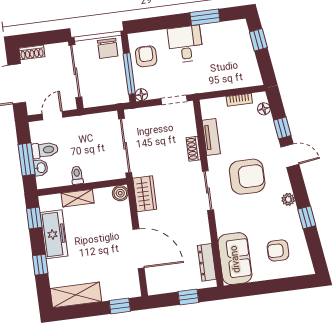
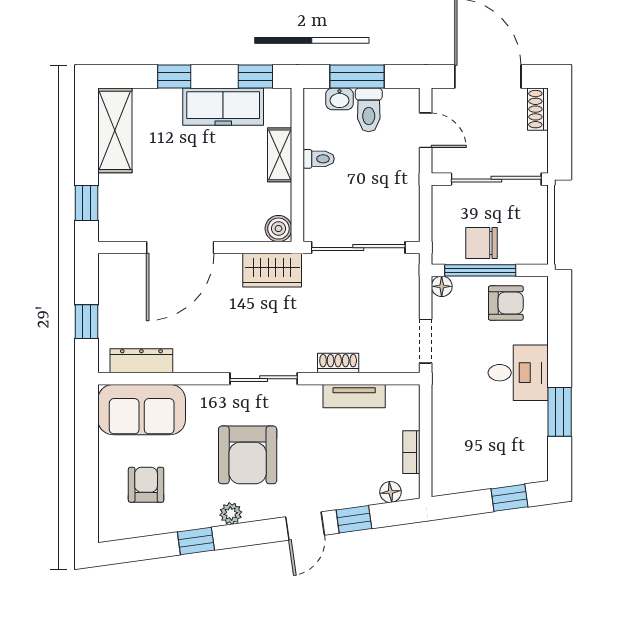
chair: (108, 48) -> (481, 243), moved
armchair: (247, 177) -> (248, 455), moved

